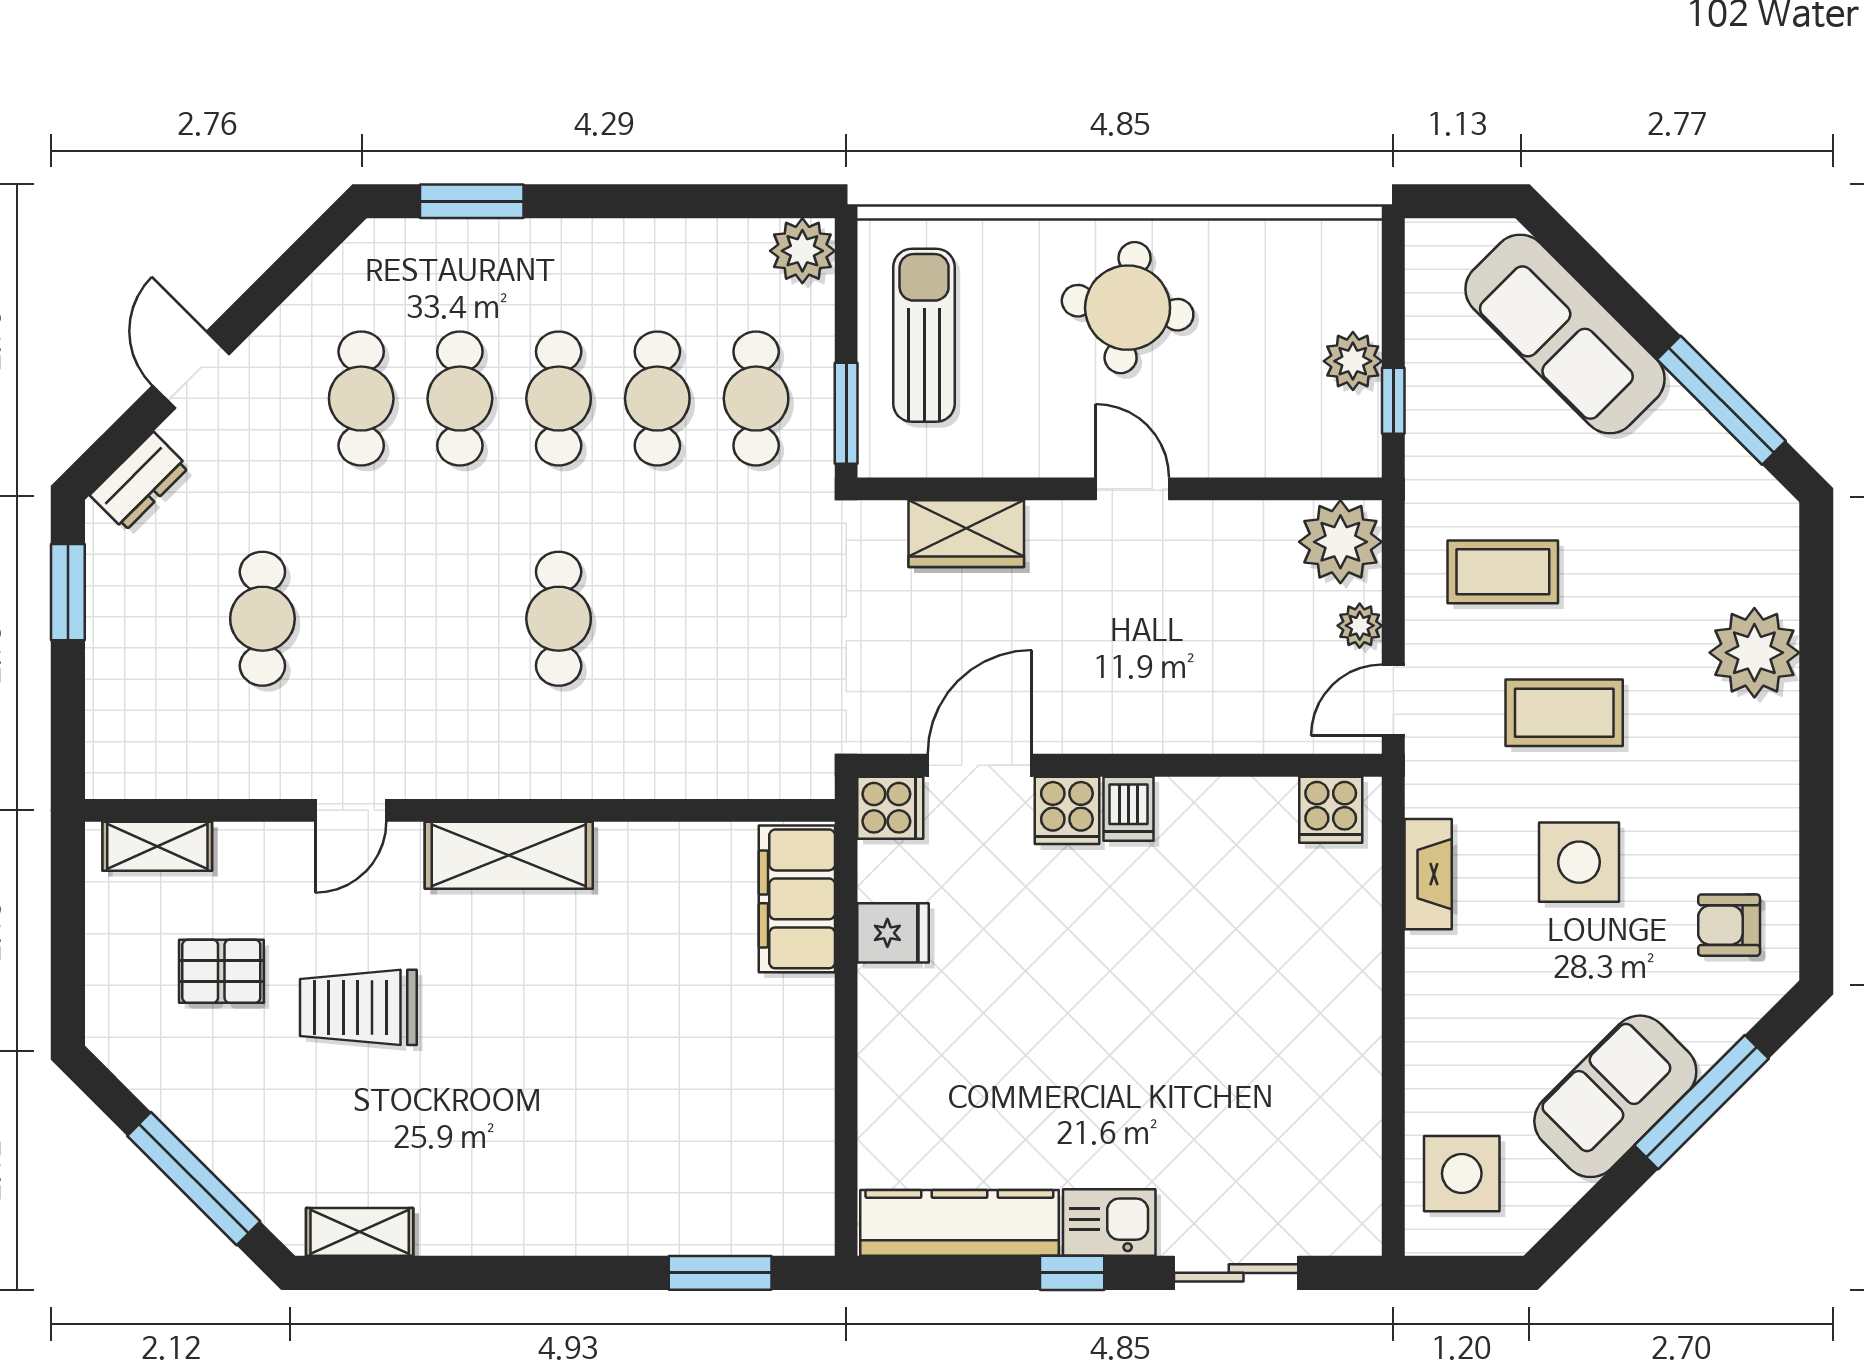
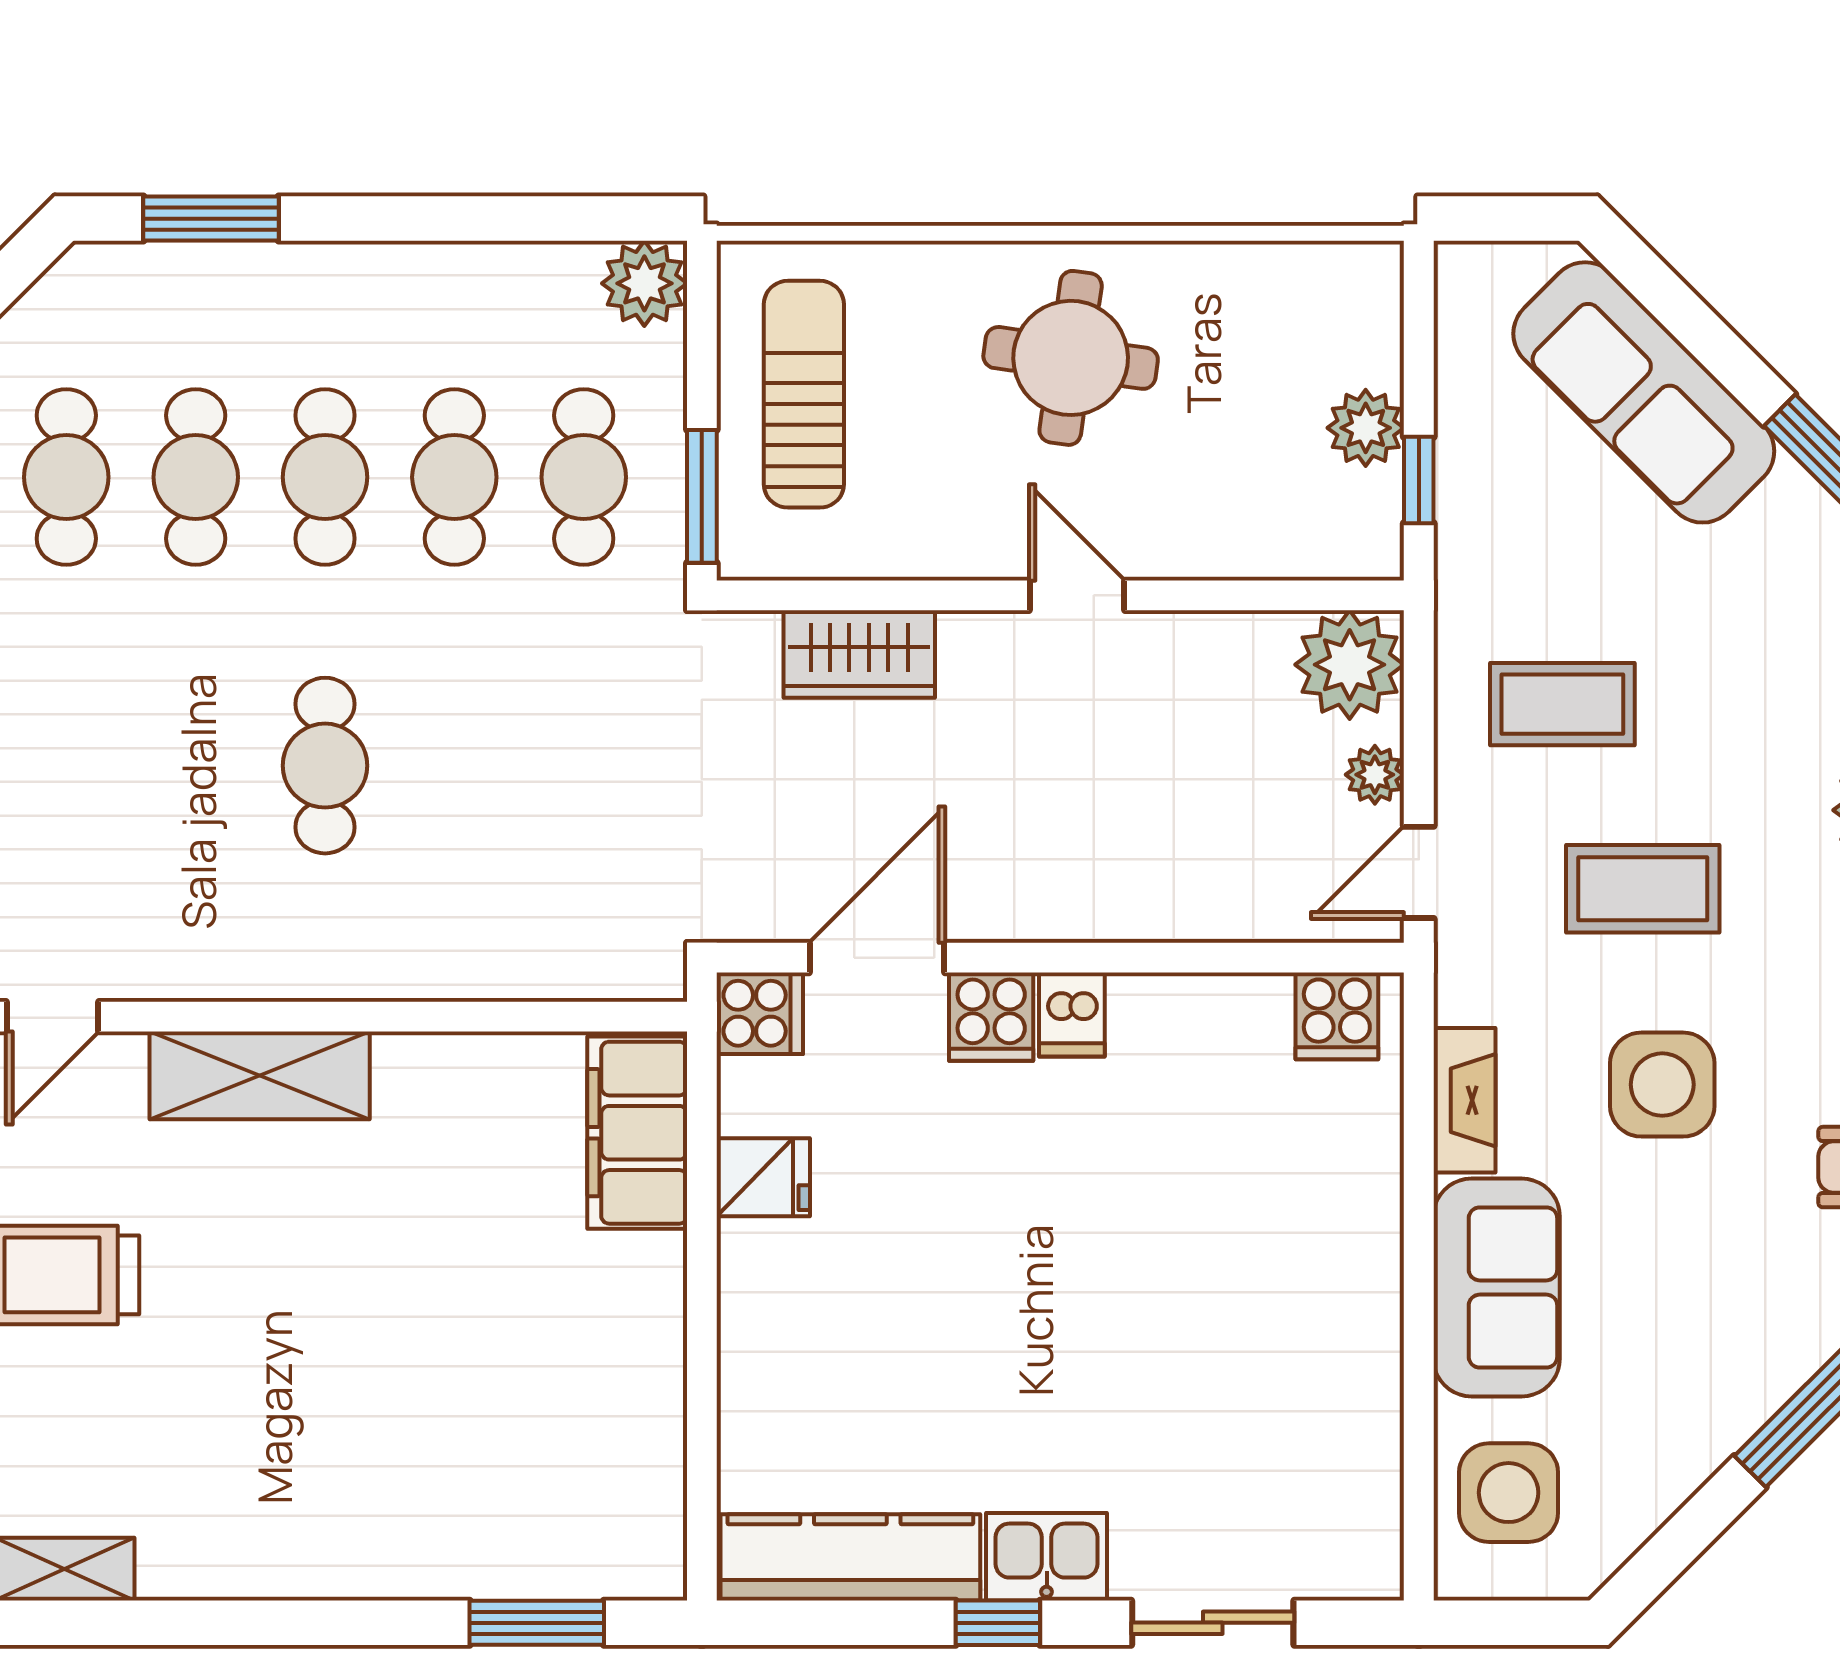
sofa: (1615, 1096) -> (1497, 1288), moved, turned 135

